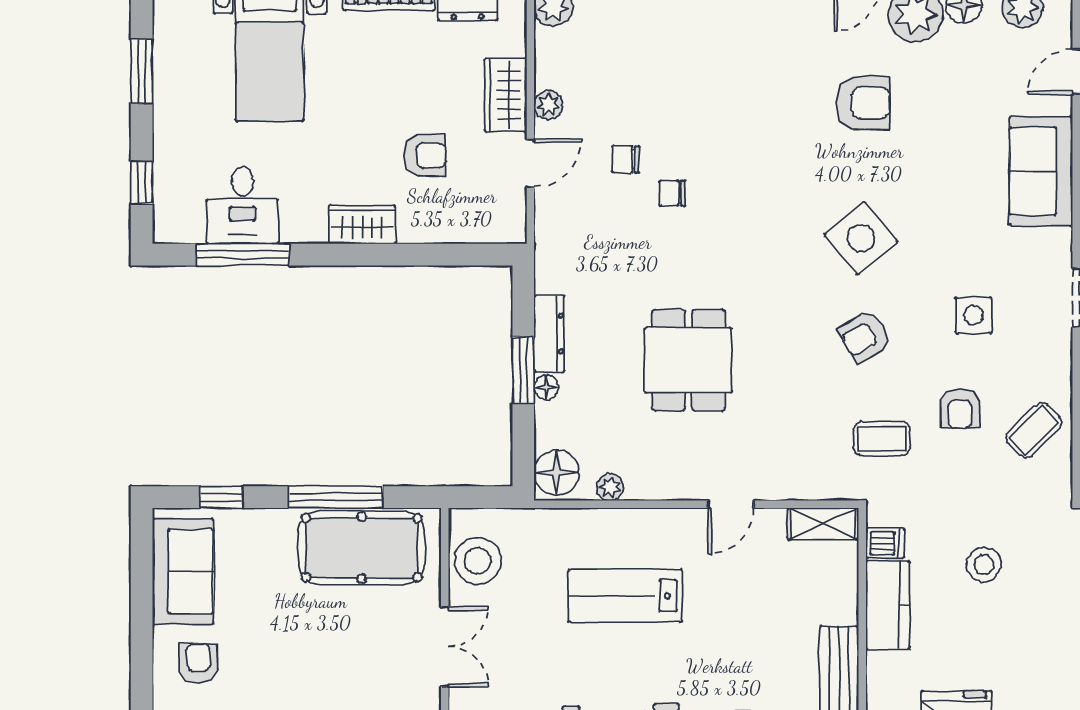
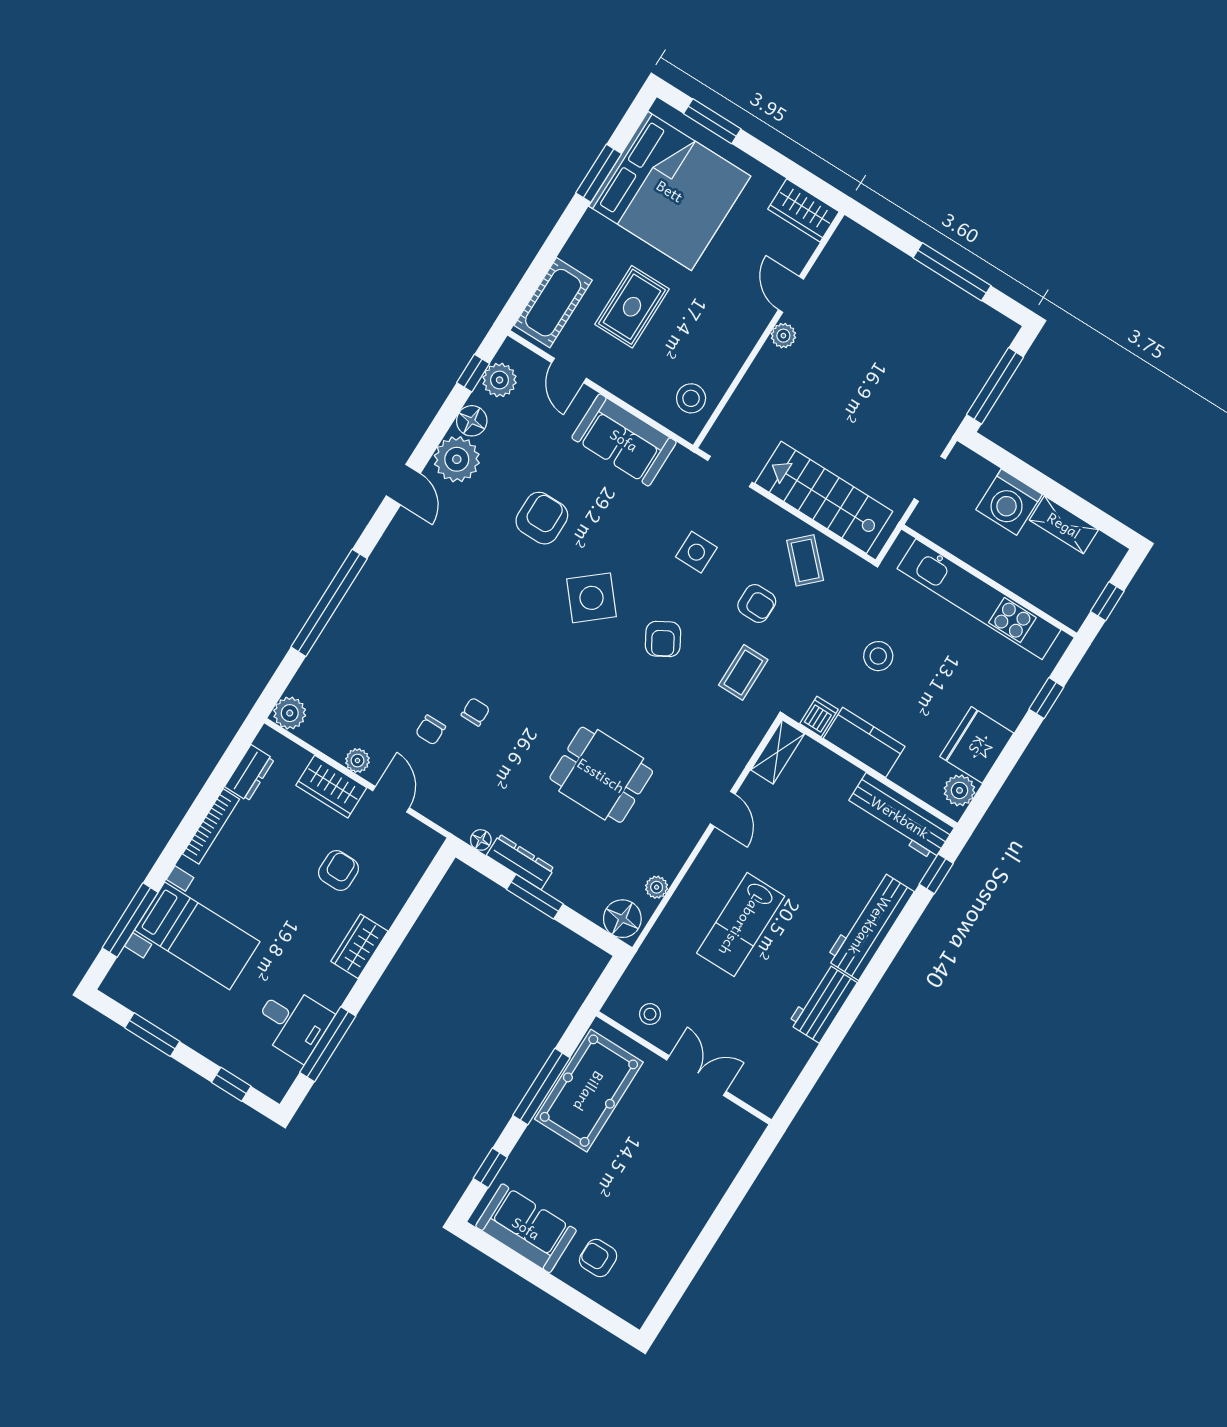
armchair: (863, 103) -> (542, 518), moved
chair: (672, 193) -> (475, 712), turned 180
floor lamp: (546, 387) -> (481, 840), moved
stool: (478, 561) -> (650, 1014), width x0.53, depth x0.53

